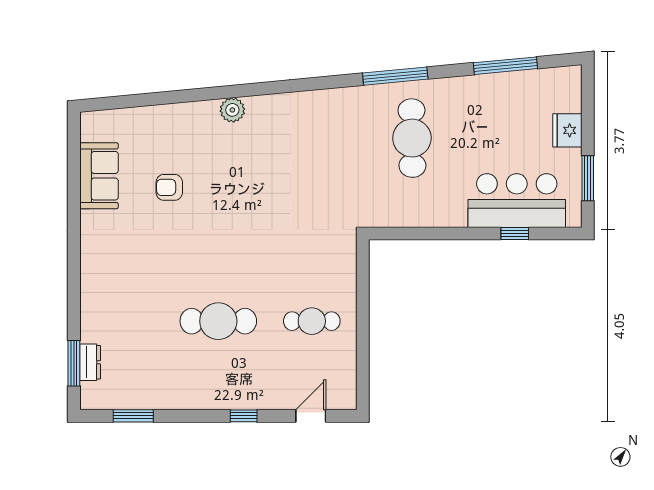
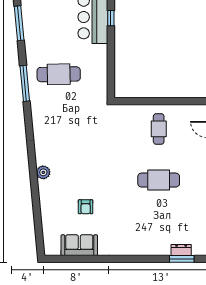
cafe table: (218, 321) -> (159, 180), turned 90

